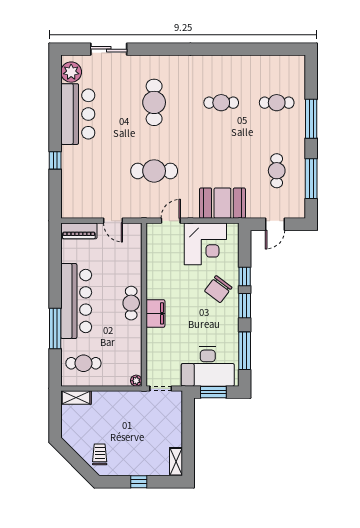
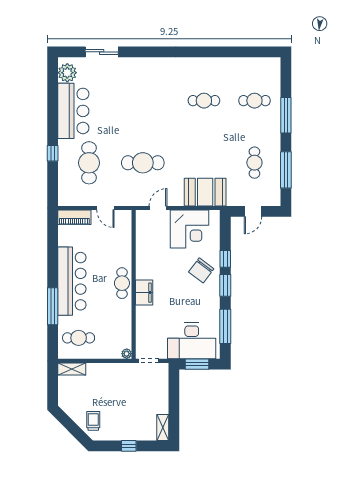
cafe table: (154, 102) -> (89, 163), moved

